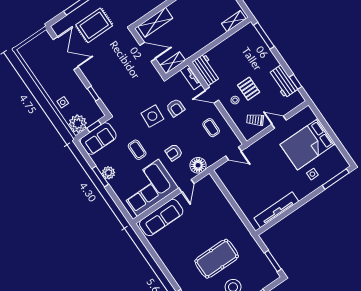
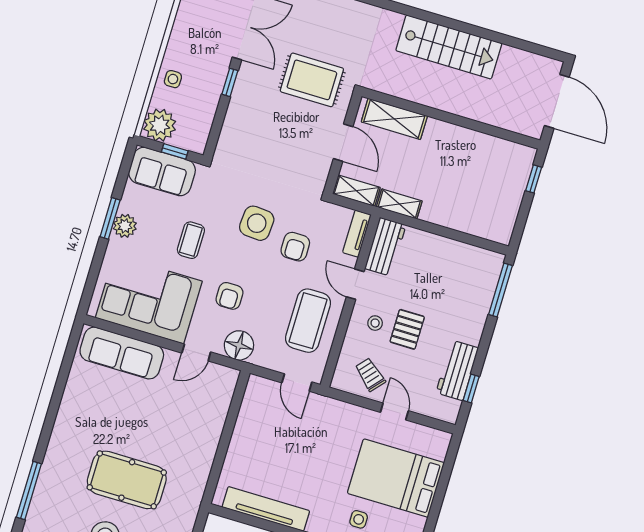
shelving: (234, 21) -> (399, 204), moved
rug: (94, 25) -> (312, 80), moved
window: (93, 94) -> (230, 82), moved
coffee table: (211, 128) -> (308, 321), width x1.86, depth x1.72
armchair: (174, 152) -> (229, 296), turned -90

